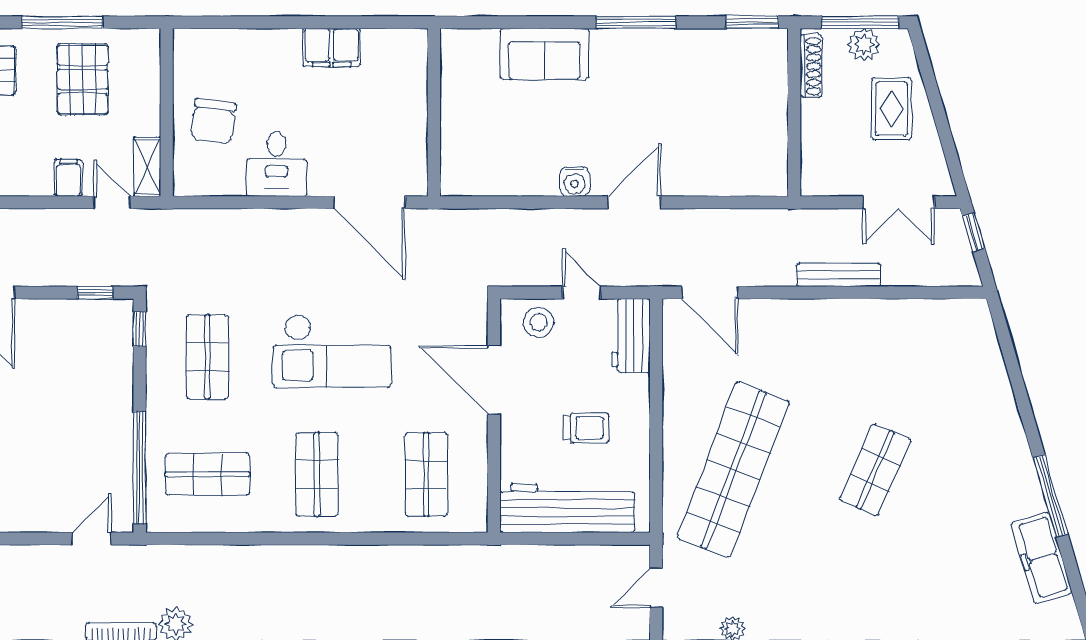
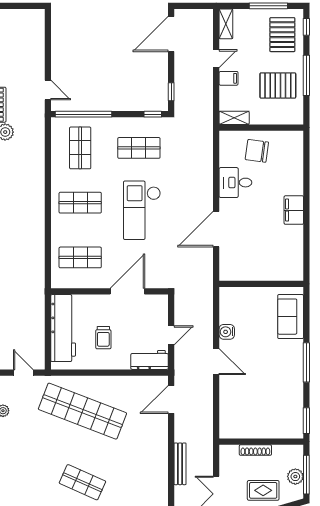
shoe rack: (811, 66) -> (255, 450), moved
wall: (434, 112) -> (261, 284), moved
door: (112, 202) -> (216, 59), moved
stool: (539, 322) -> (156, 314), removed

